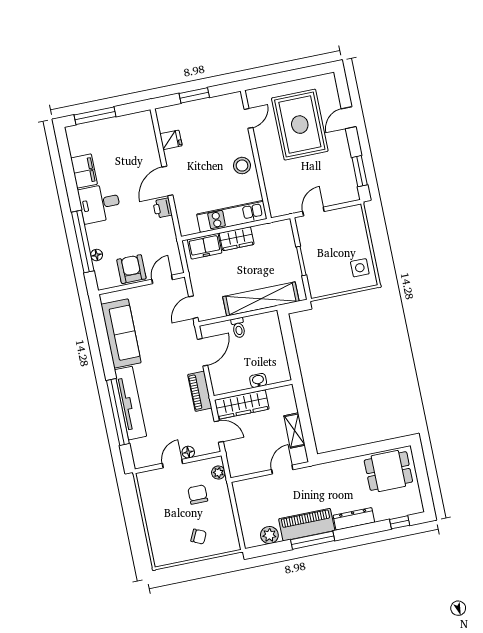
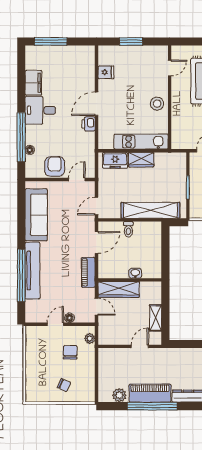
window: (313, 540) -> (152, 406), width x1.46

